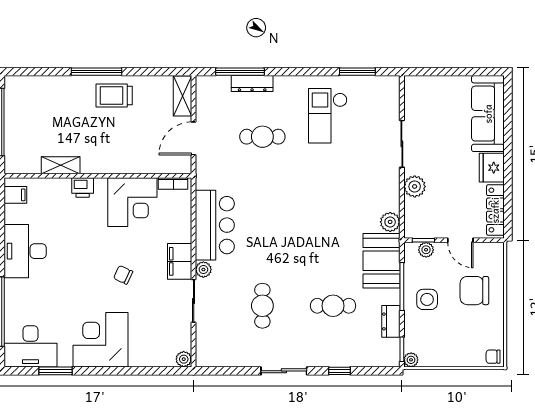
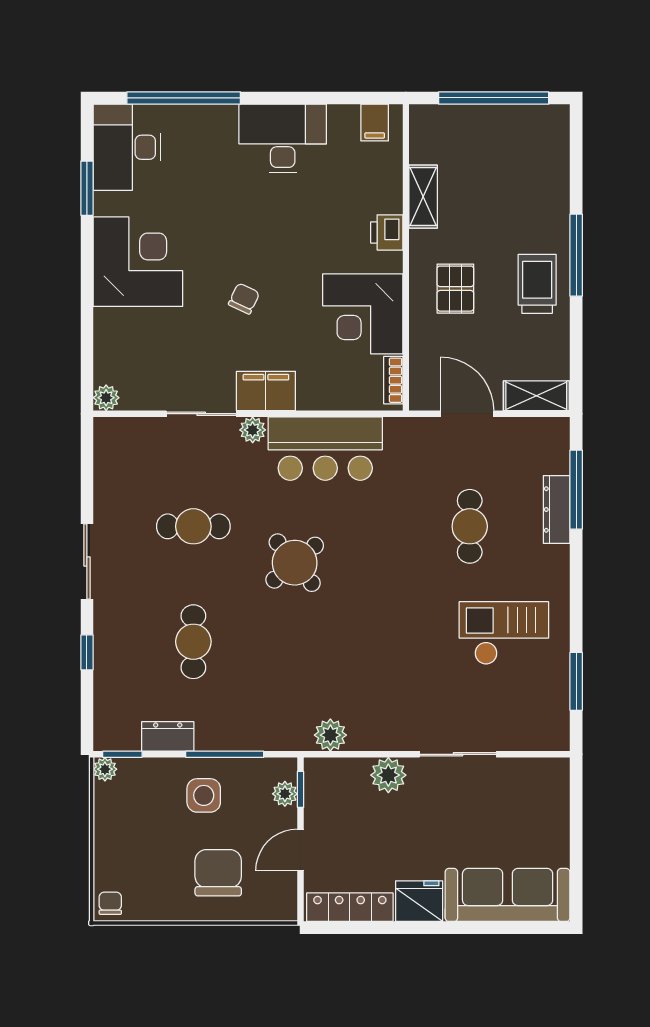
pallet: (117, 145) -> (455, 289), added
round table: (285, 244) -> (295, 563), added
booth: (382, 261) -> (267, 721), removed

